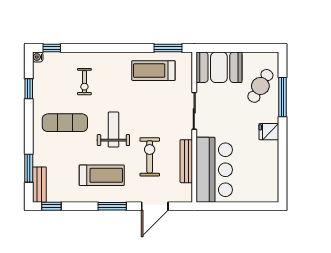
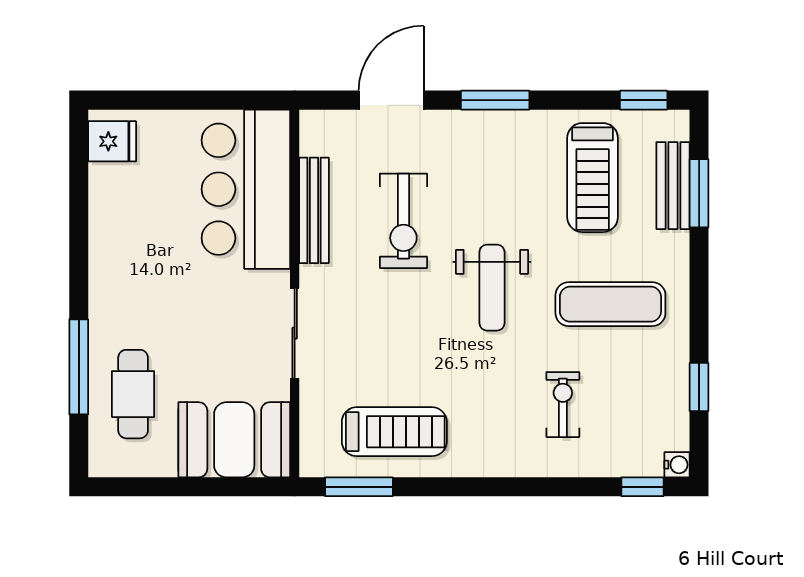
cafe table: (260, 86) -> (133, 394), turned -31
fridge: (269, 132) -> (112, 141), moved
treadmill: (102, 175) -> (593, 178), moved, turned -90
bench: (39, 185) -> (673, 186), moved

